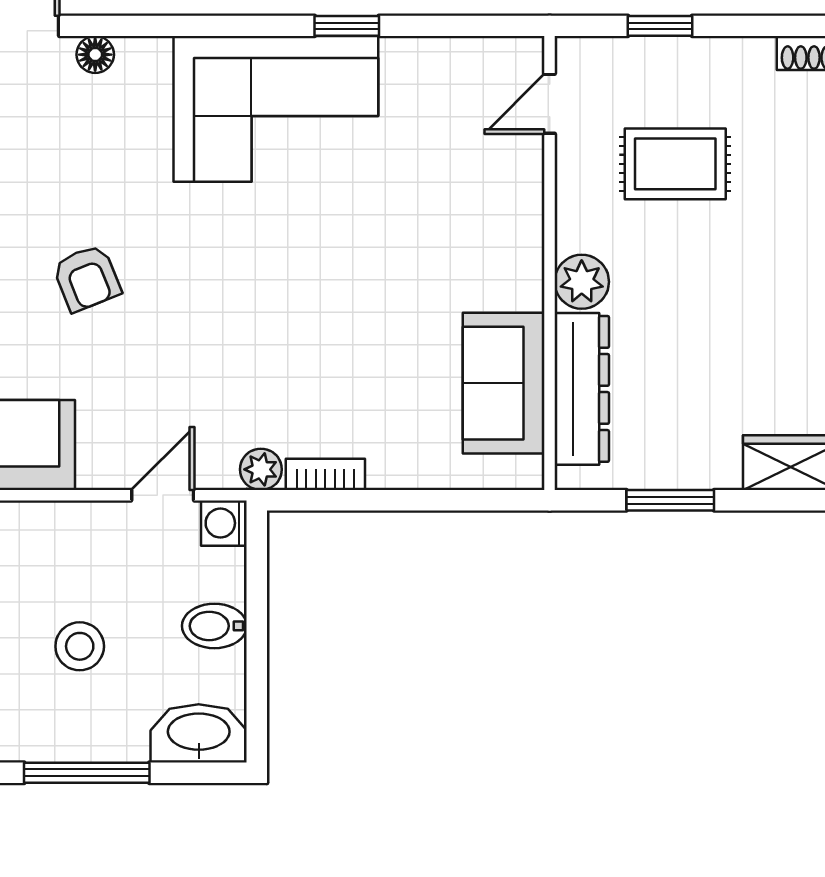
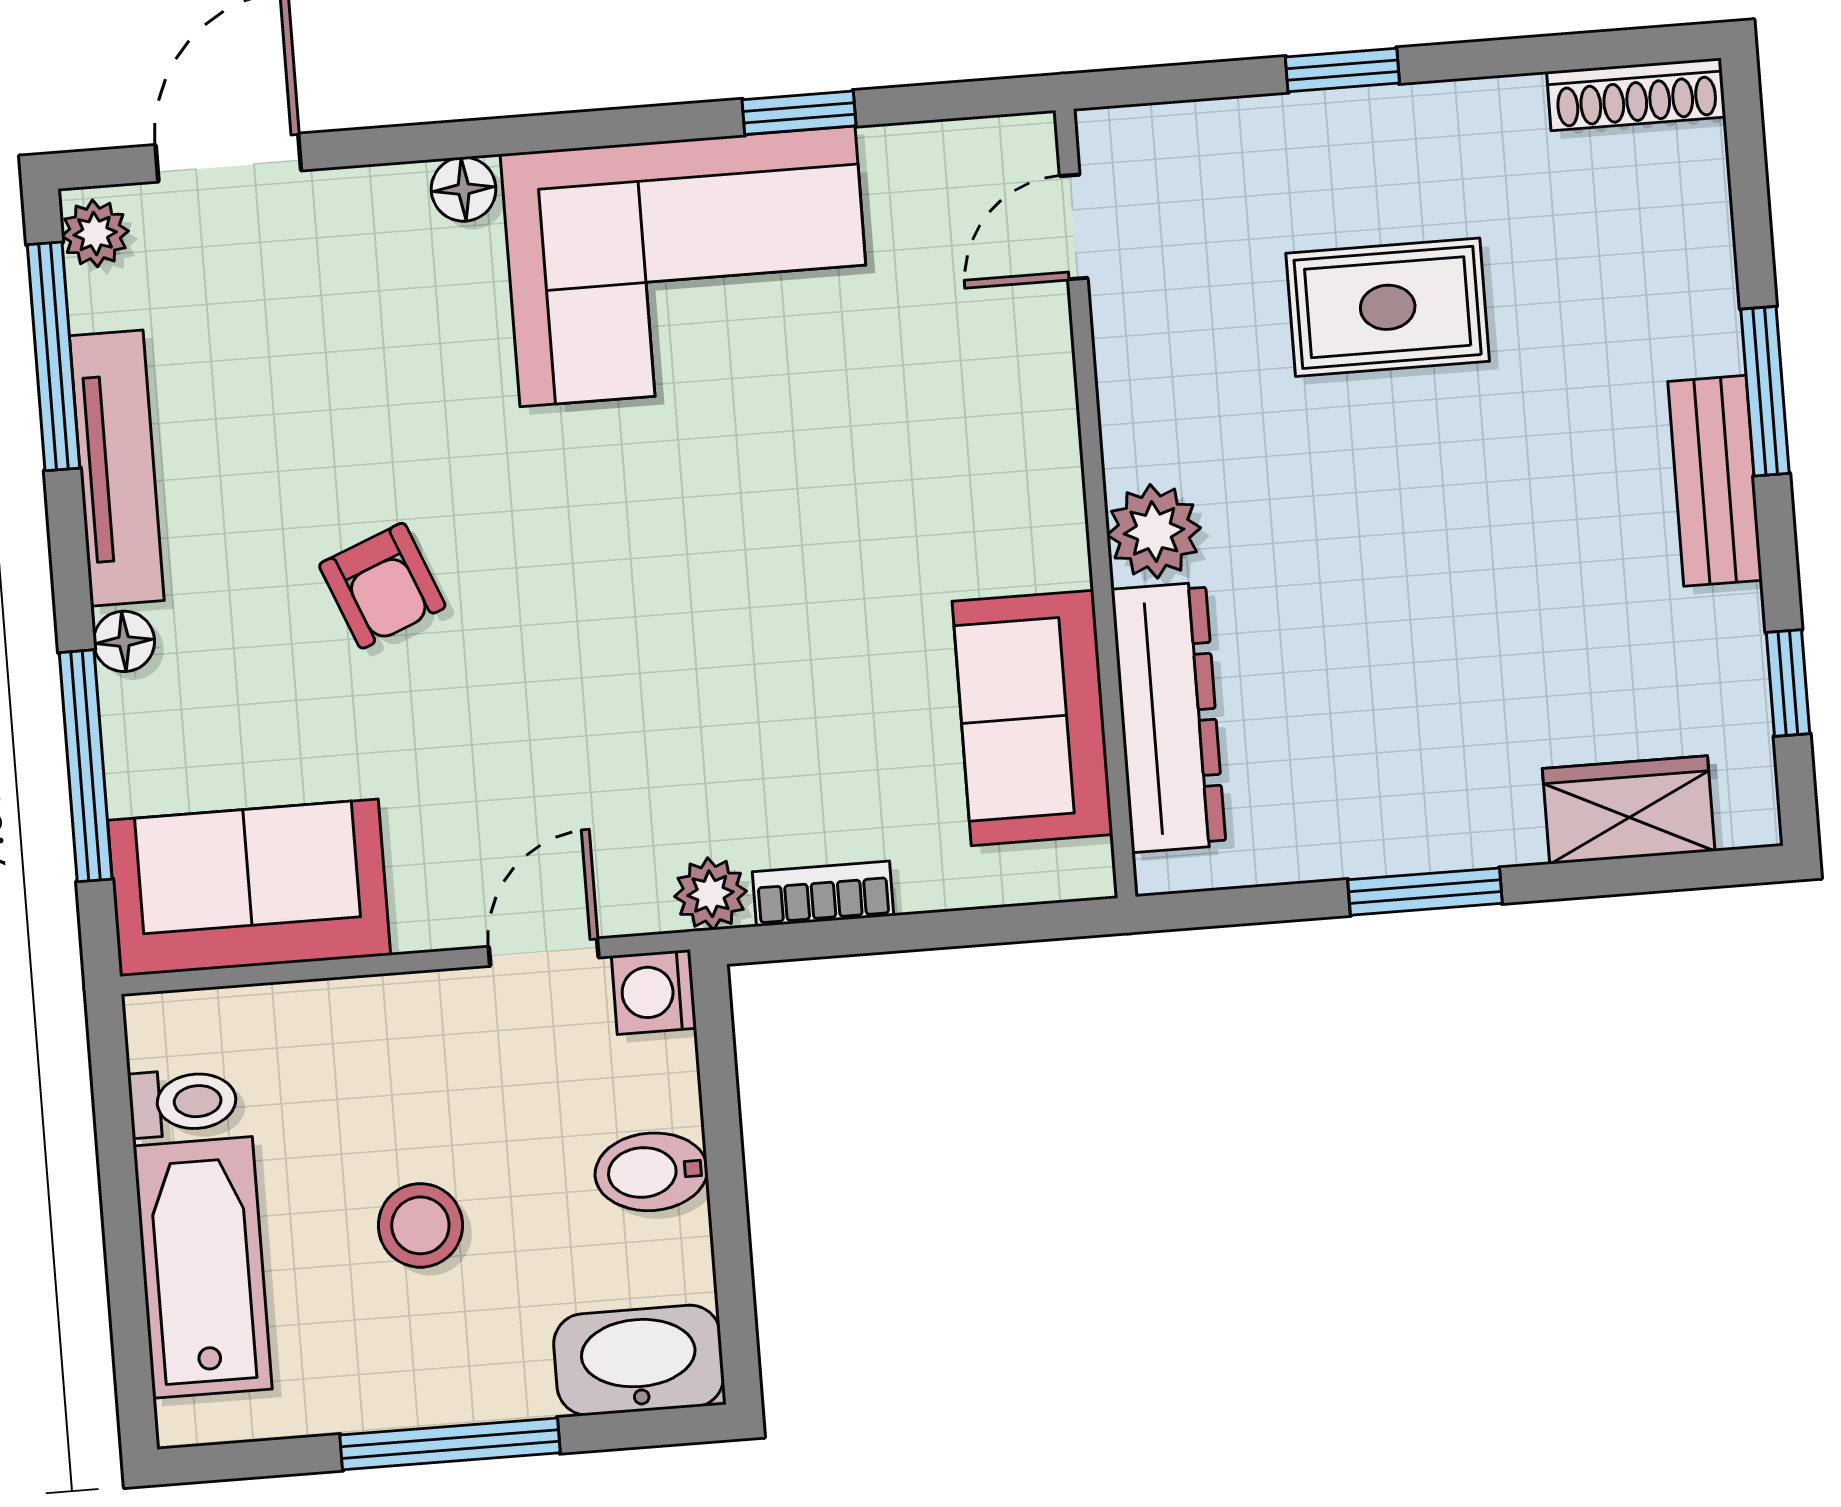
floor lamp: (95, 55) -> (464, 189), moved
door: (550, 104) -> (1074, 227), moved
wall: (550, 263) -> (1096, 503), moved
plant: (582, 282) -> (1154, 531), moved
sofa: (504, 383) -> (1032, 718), moved
dresser: (582, 389) -> (1169, 717), moved

